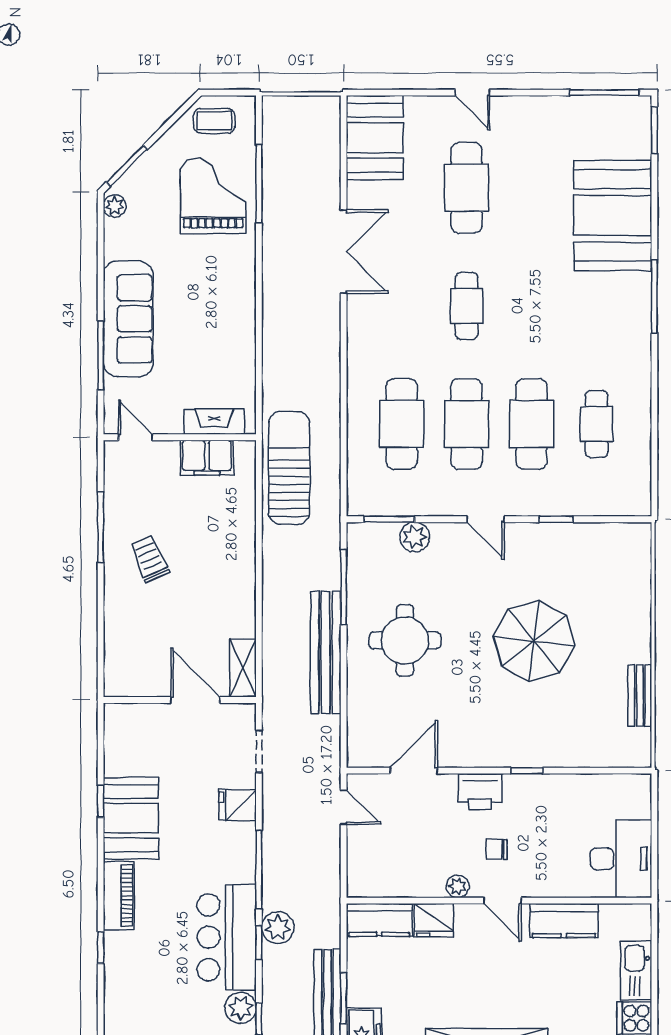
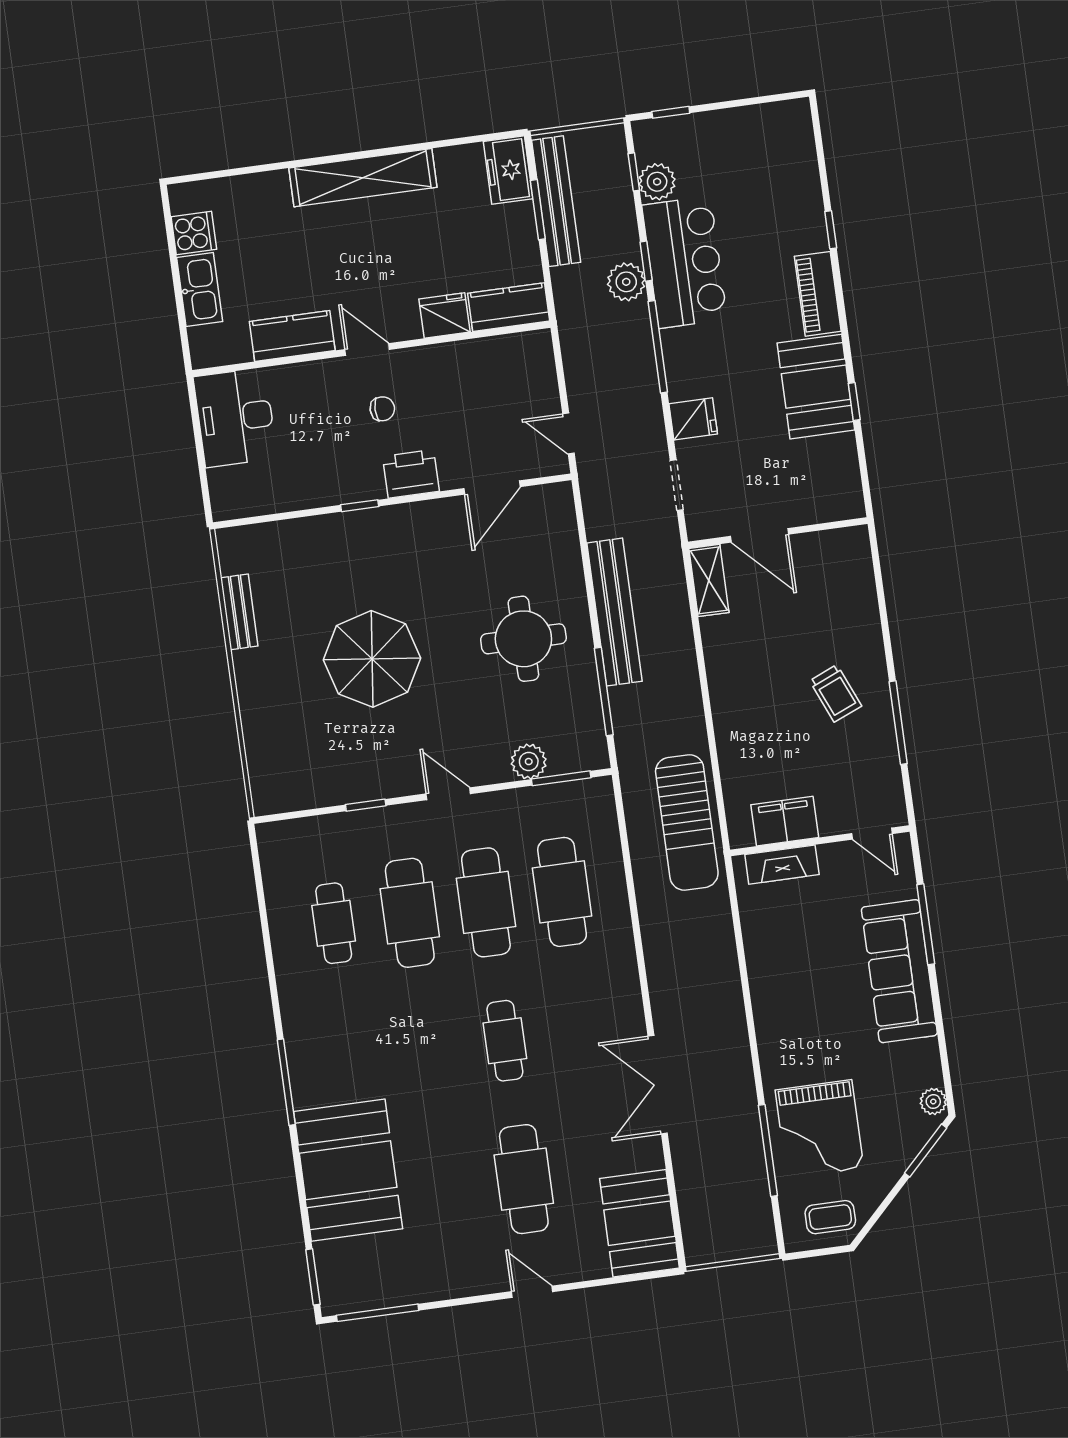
plant: (458, 886) -> (422, 359), removed

